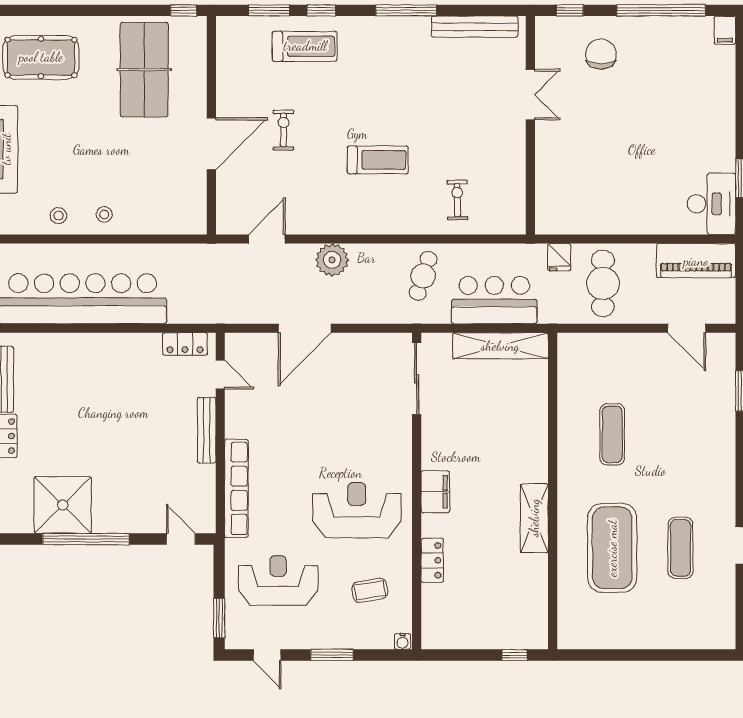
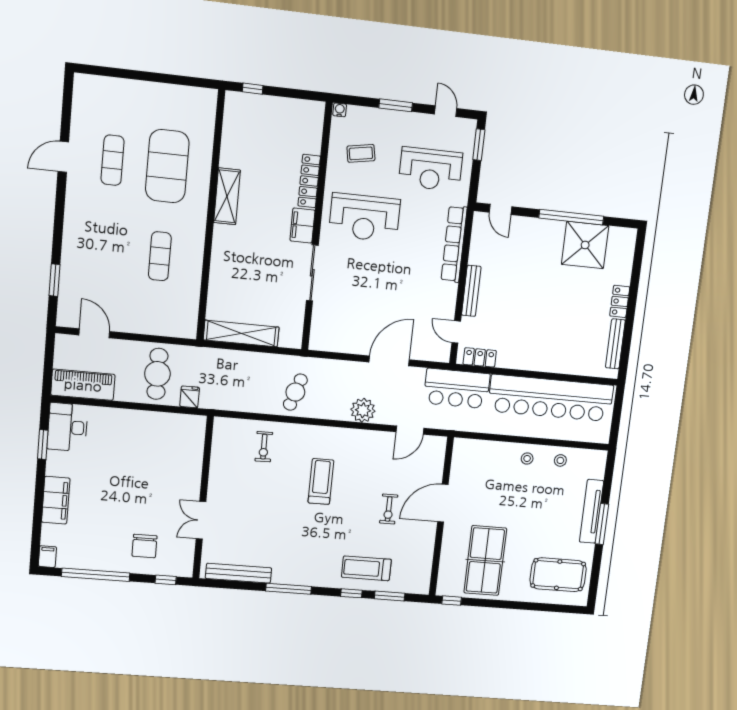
filing cabinet: (720, 106) -> (56, 500), added
treadmill: (378, 160) -> (321, 481), turned 90
bar counter: (494, 300) -> (457, 388), moved
sliding door: (417, 379) -> (312, 273), moved
locker: (432, 560) -> (309, 181), width x1.53

